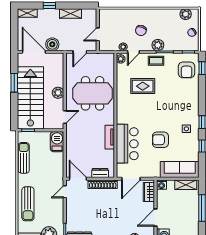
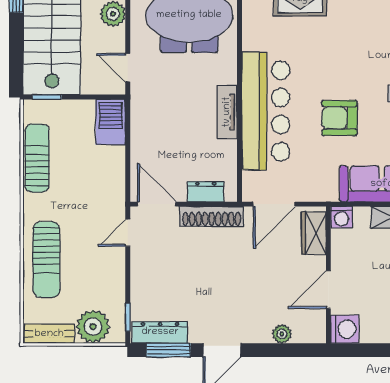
door: (65, 117) -> (128, 68), swing flipped
bar counter: (127, 144) -> (266, 111), width x1.36

